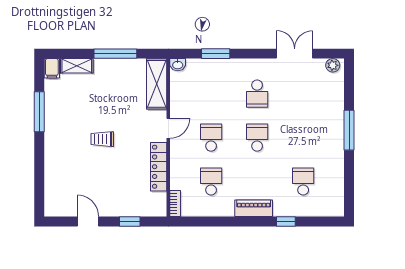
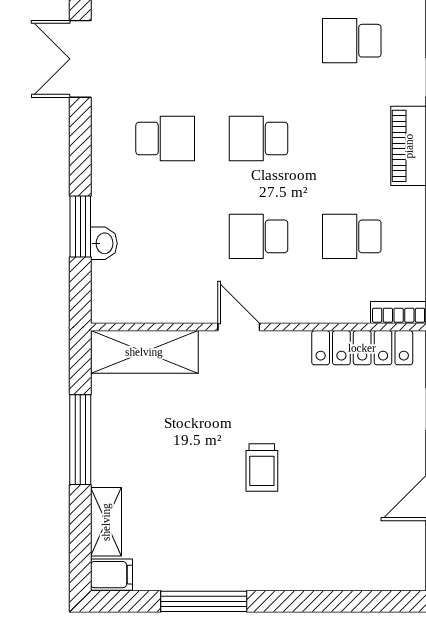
washbasin: (178, 65) -> (104, 243), moved
locker: (159, 167) -> (362, 348), moved

